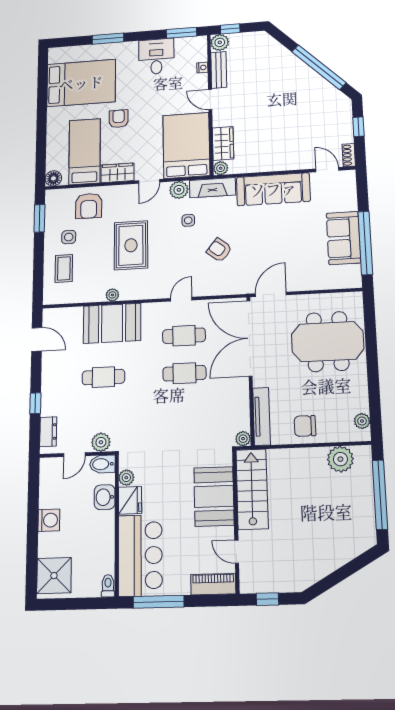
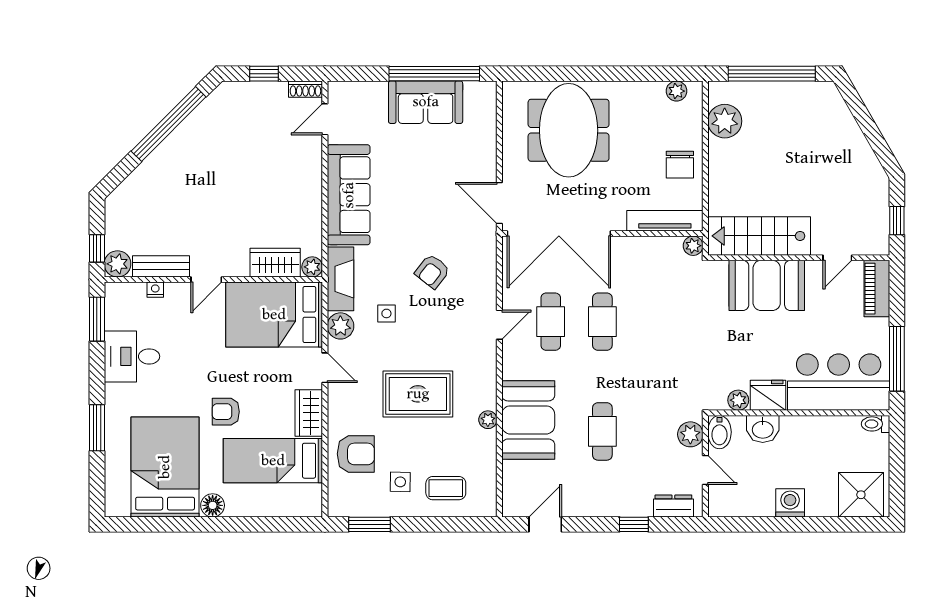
floor lamp: (53, 178) -> (213, 505), moved
door: (181, 299) -> (499, 325), swing flipped

